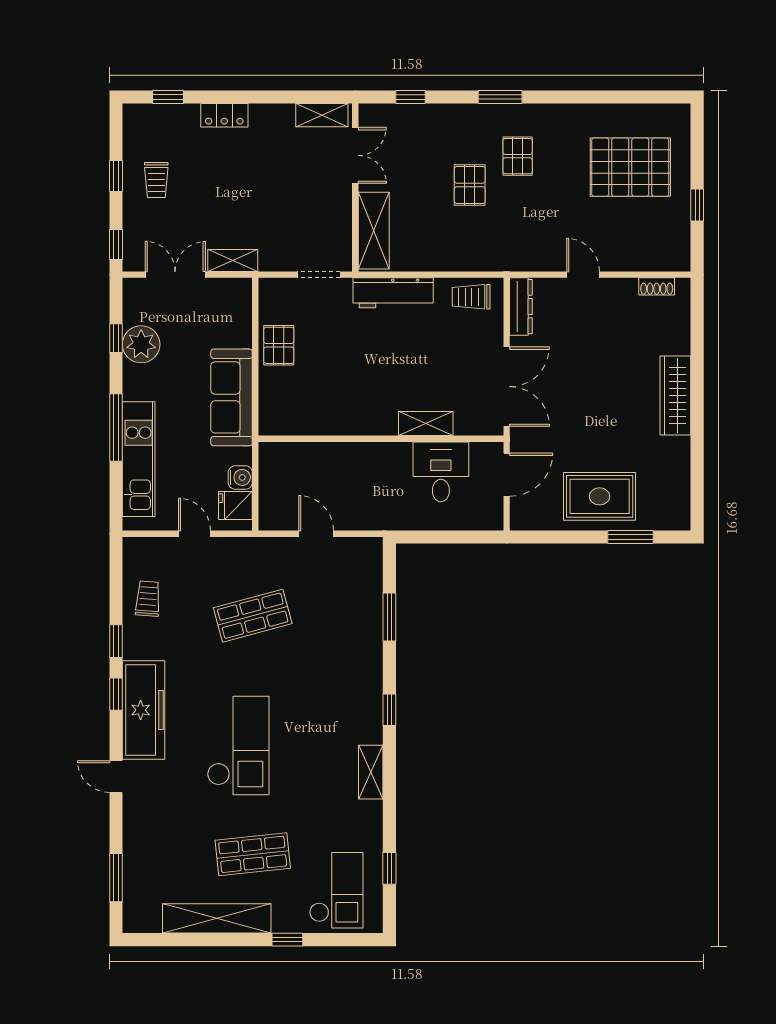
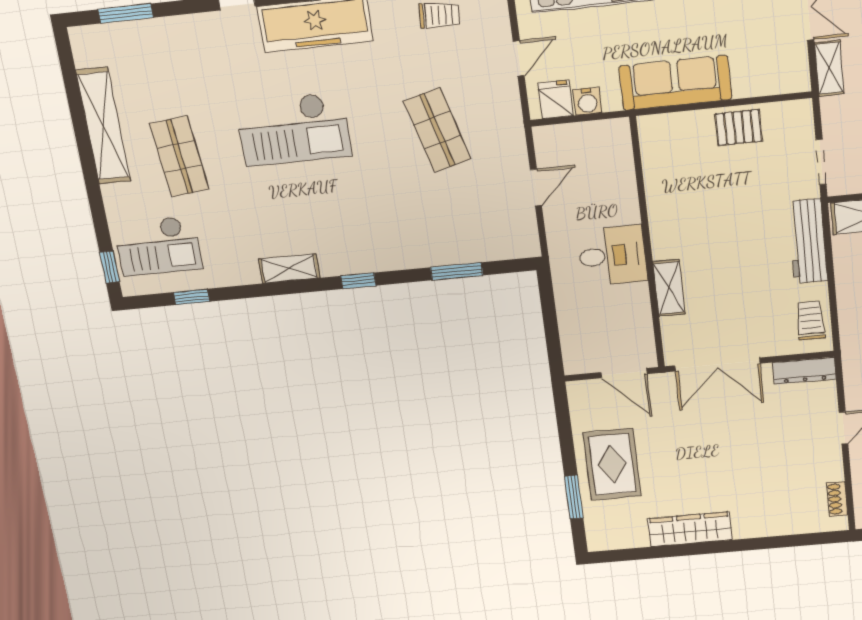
wardrobe: (675, 395) -> (690, 529), moved
desk: (441, 472) -> (612, 256), moved
window: (287, 940) -> (110, 267), moved

